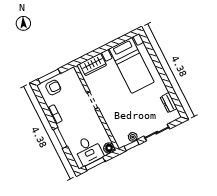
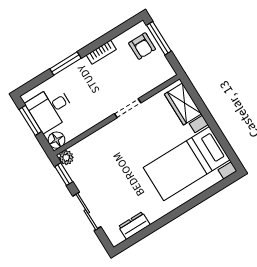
plant: (133, 137) -> (66, 158), moved

